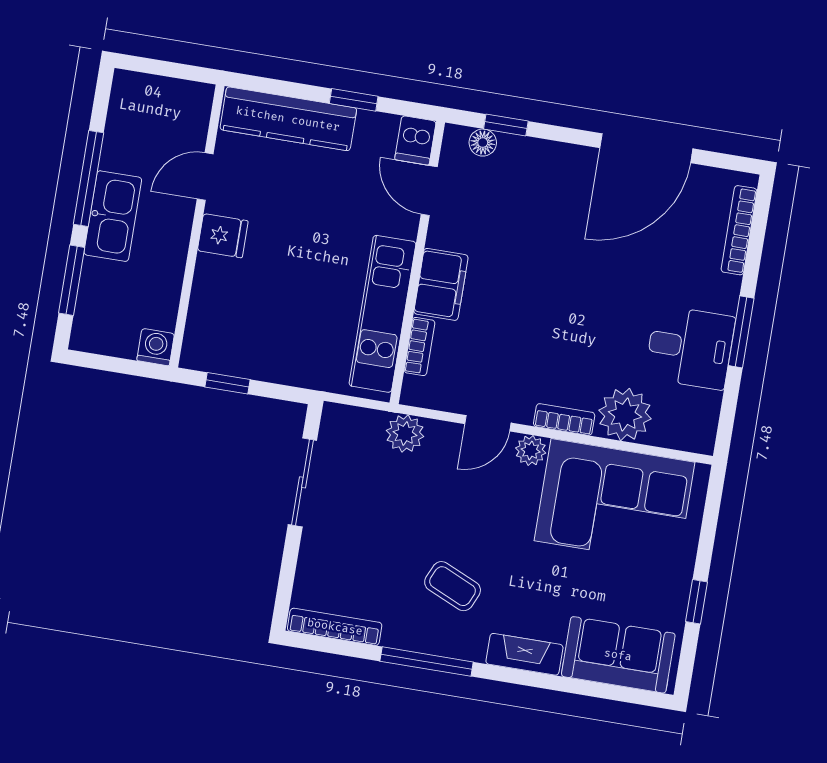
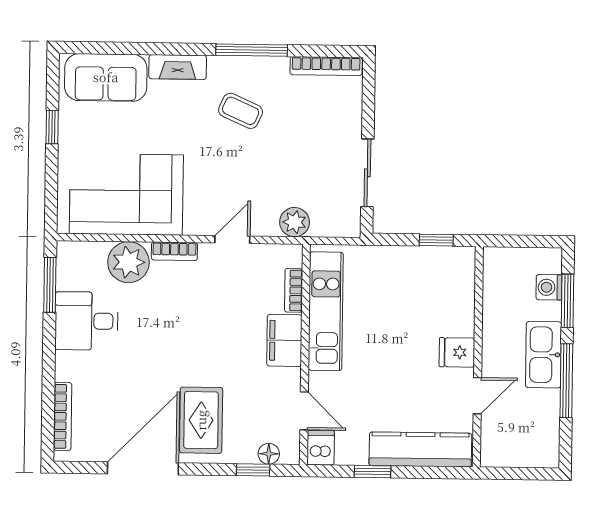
rug: (563, 199) -> (201, 420), added
window: (741, 332) -> (50, 285), moved
washing machine: (156, 347) -> (549, 287), moved, turned 90
plant: (531, 450) -> (196, 224), removed

